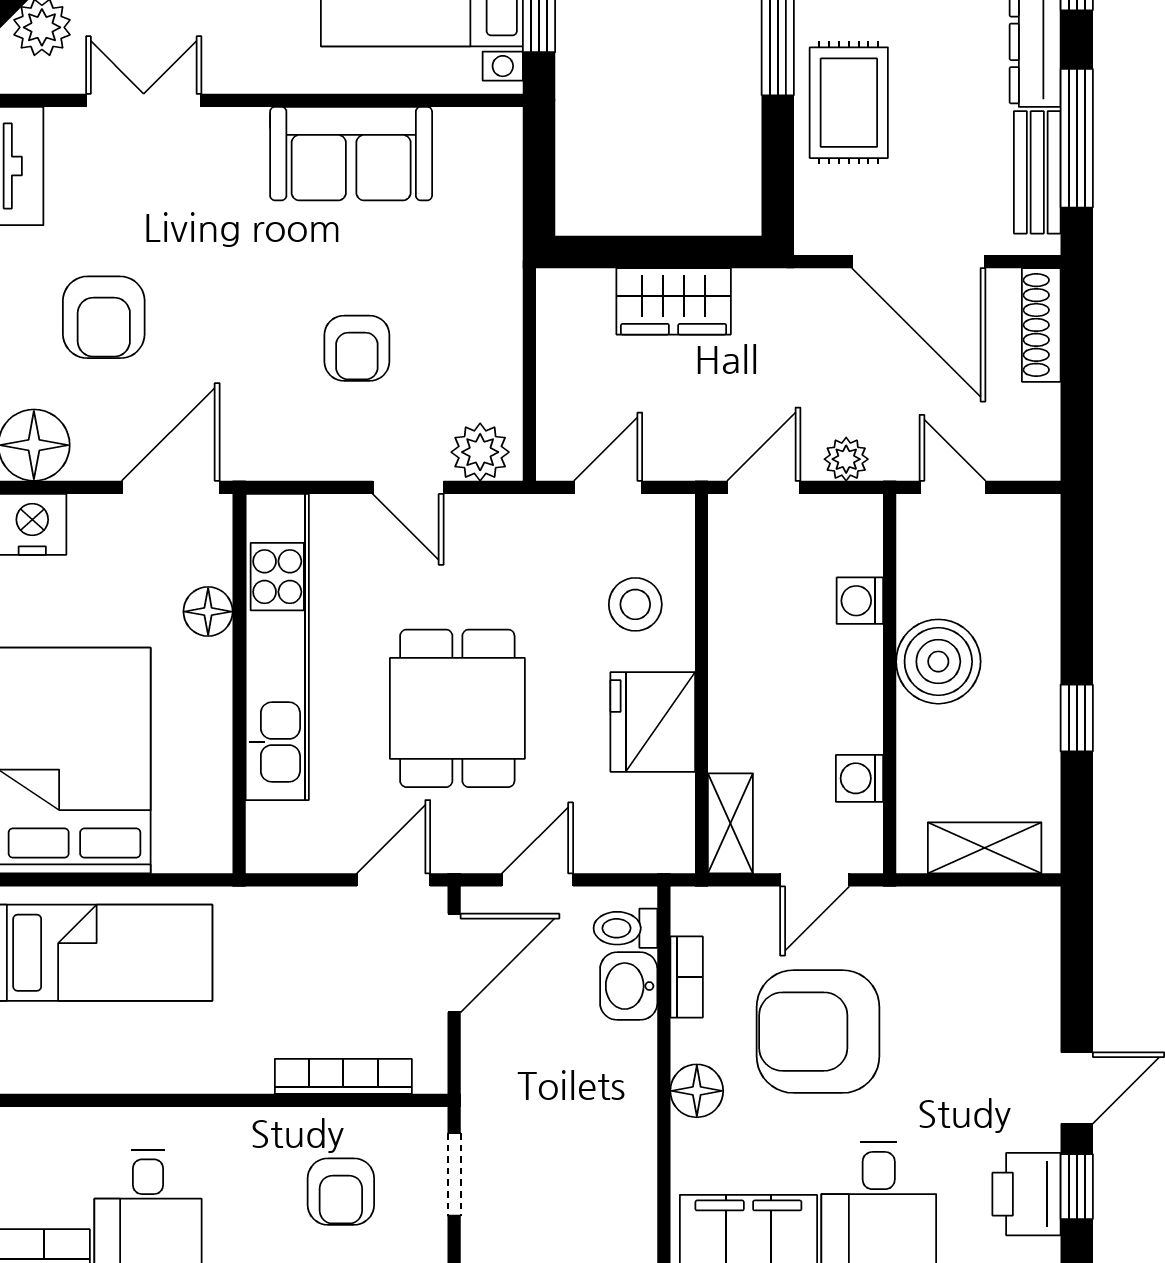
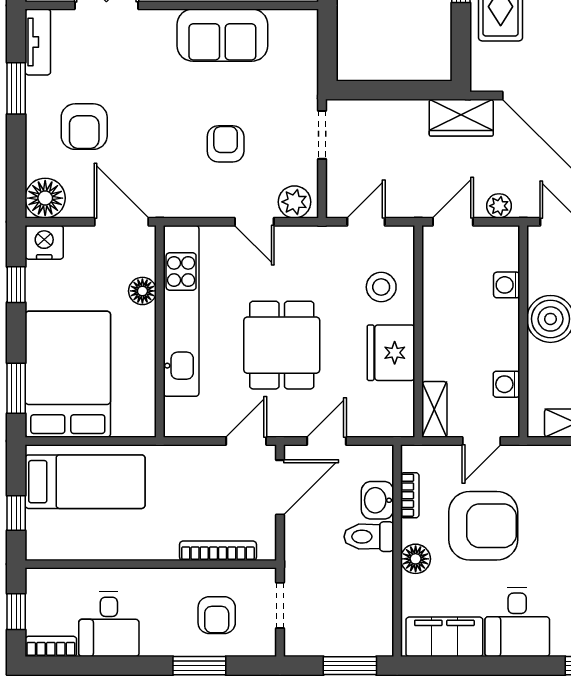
wardrobe: (674, 301) -> (461, 118), moved
doorway: (529, 332) -> (322, 135), added
armchair: (357, 348) -> (226, 144), turned 180
door: (171, 487) -> (122, 222), hinge flipped
toilet: (625, 928) -> (369, 537), moved, width x1.37, depth x1.39
armchair: (818, 1032) -> (483, 526), turned 180

